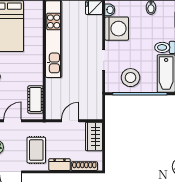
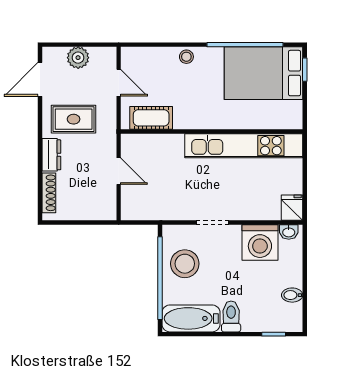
wardrobe: (94, 136) -> (94, 208), removed

